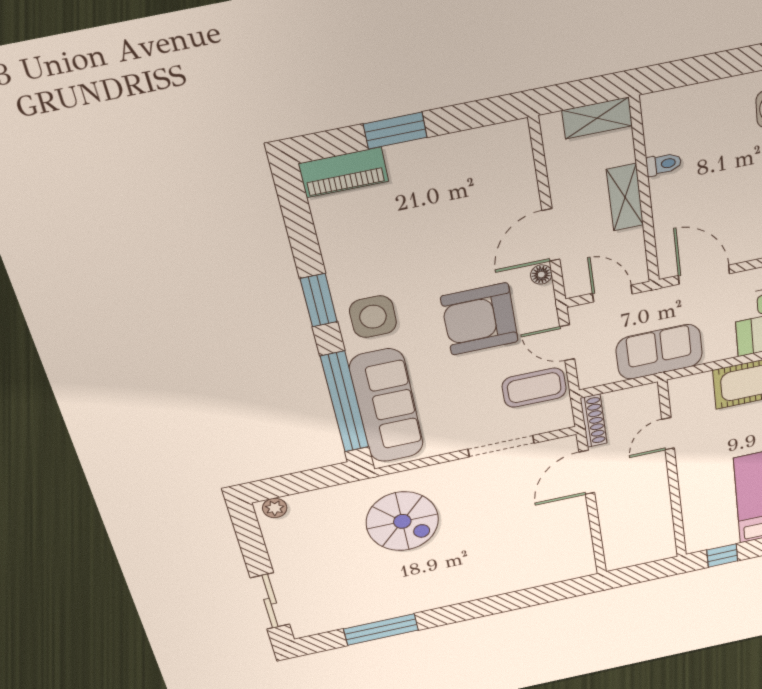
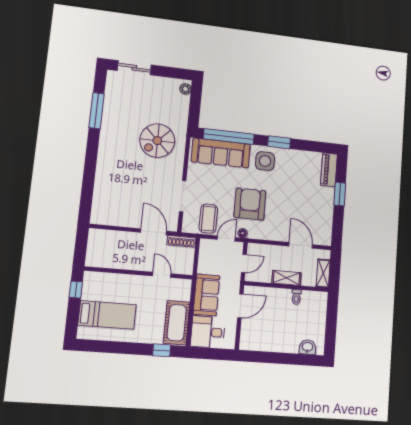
door: (551, 235) -> (301, 245), moved
floor lamp: (541, 275) -> (243, 233), moved
sofa: (659, 352) -> (206, 295), moved

